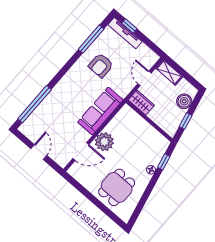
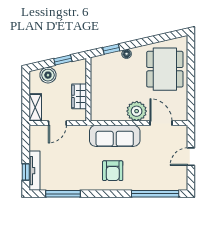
armchair: (101, 65) -> (113, 171), moved, turned 90
wardrobe: (141, 103) -> (79, 96), moved
dining table: (117, 187) -> (165, 69), width x1.38

